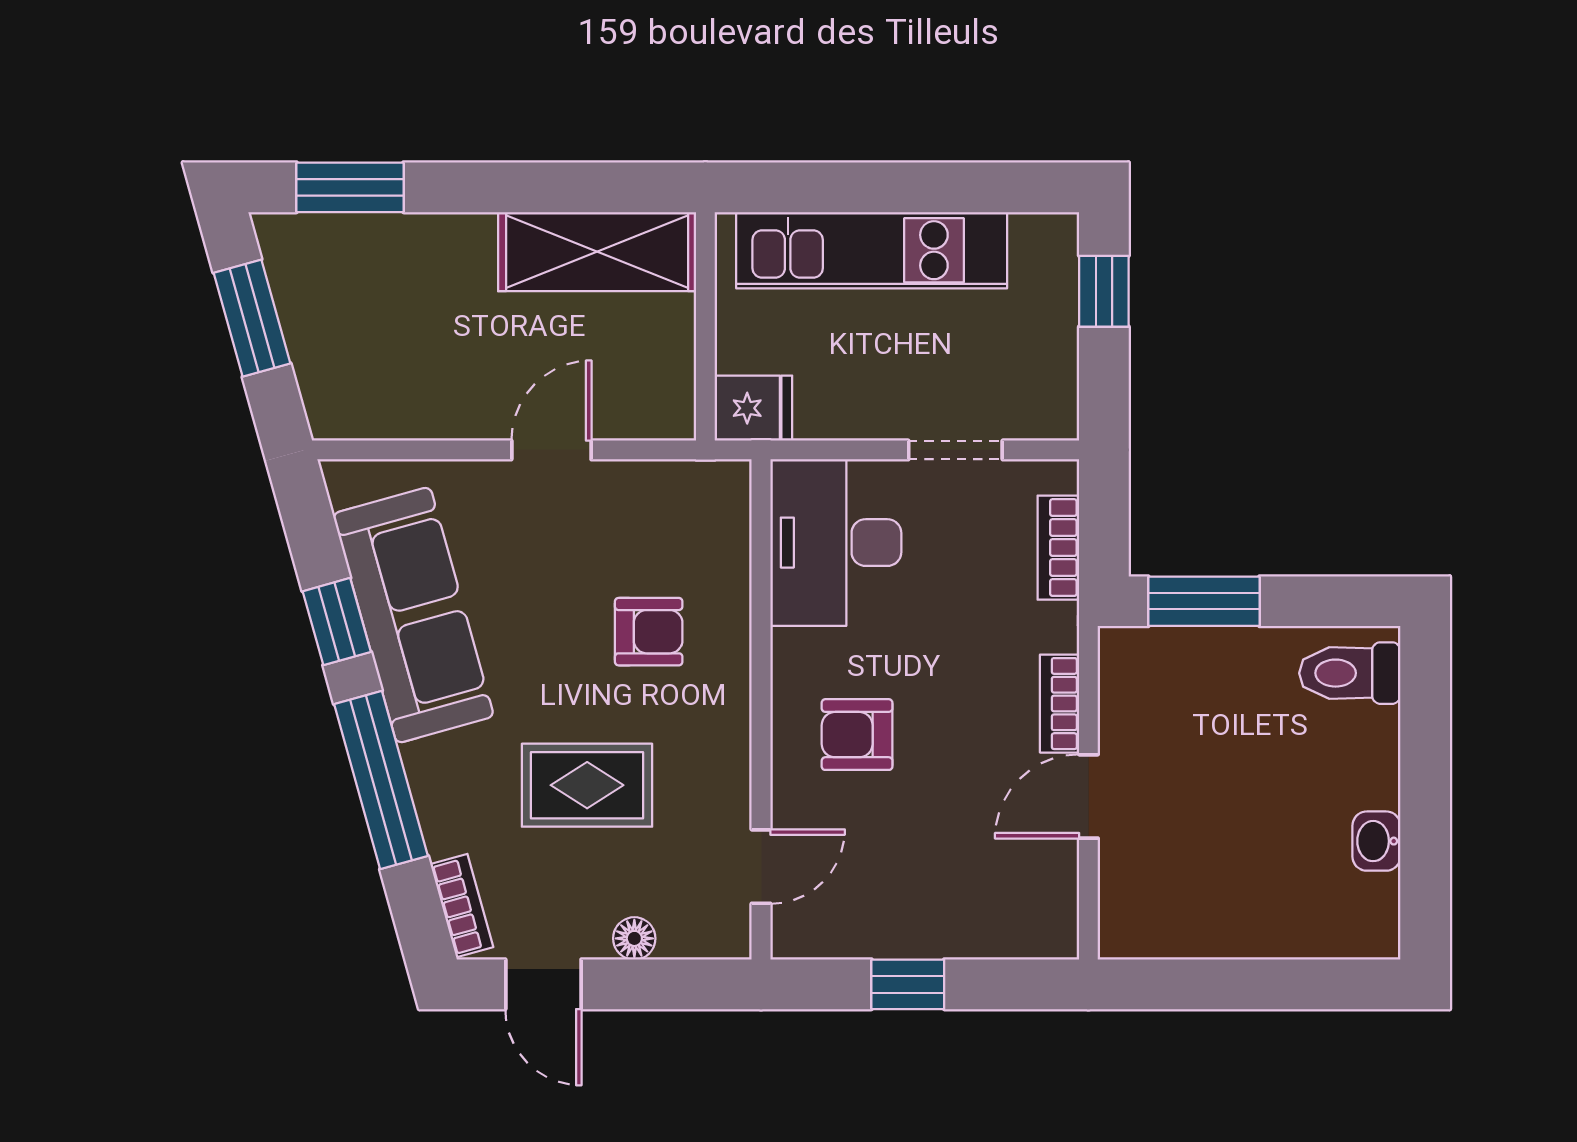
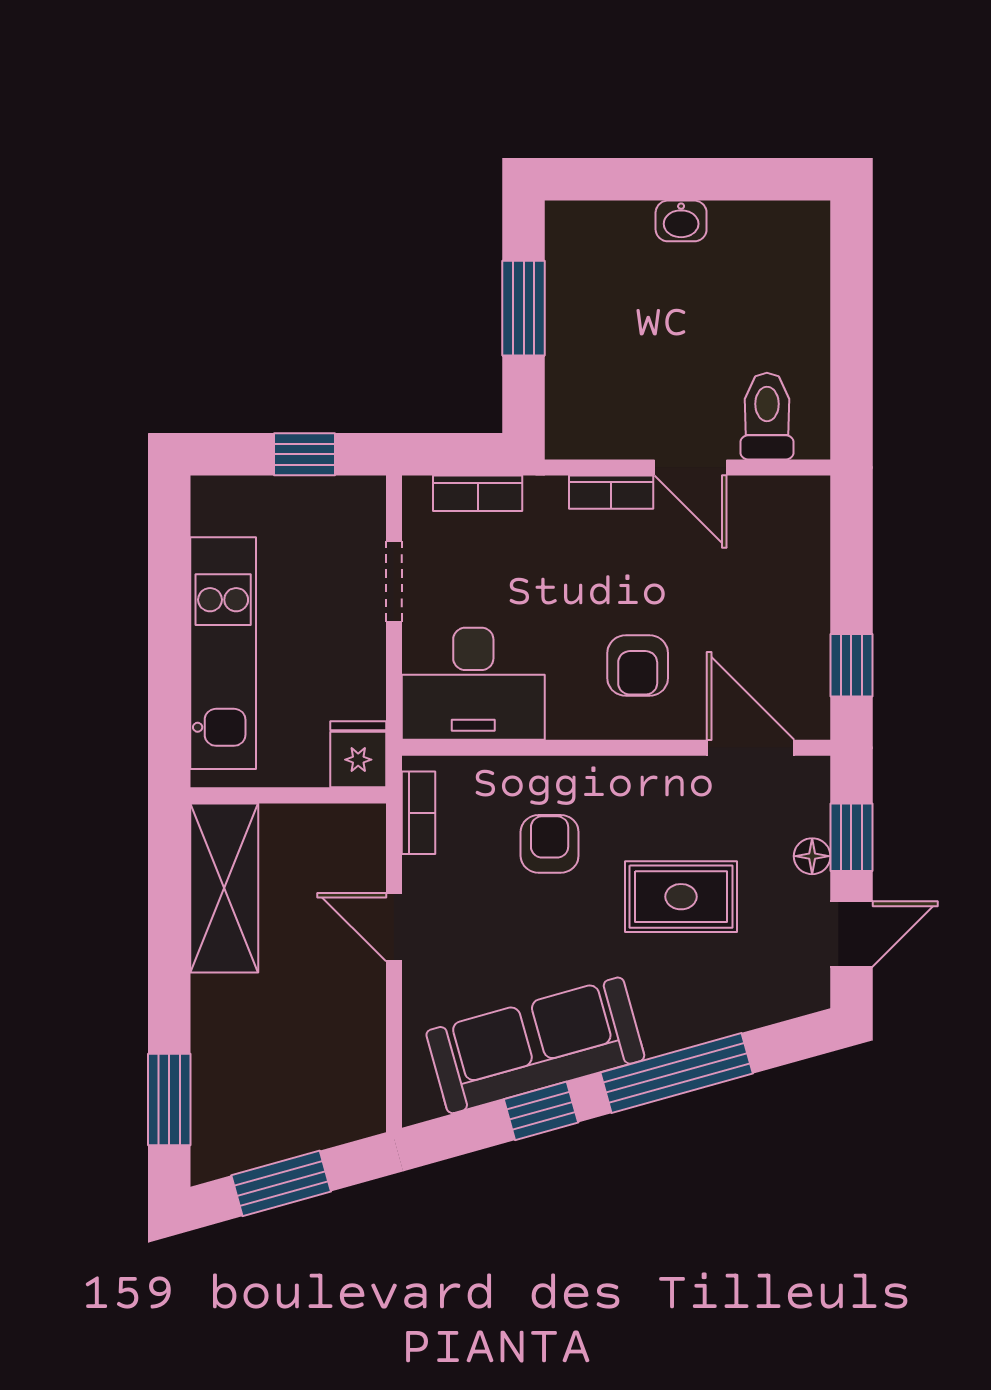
window: (1104, 291) -> (305, 454), moved
window: (1204, 601) -> (524, 308), moved
toilet: (1350, 673) -> (767, 416), moved, turned 180
rug: (587, 785) -> (681, 897), turned 90
washbasin: (1376, 841) -> (681, 221), moved
door: (761, 867) -> (751, 748), width x1.38
bookcase: (462, 906) -> (418, 813), moved, turned 106
window: (656, 984) -> (851, 837), added
window: (908, 984) -> (851, 665), moved

